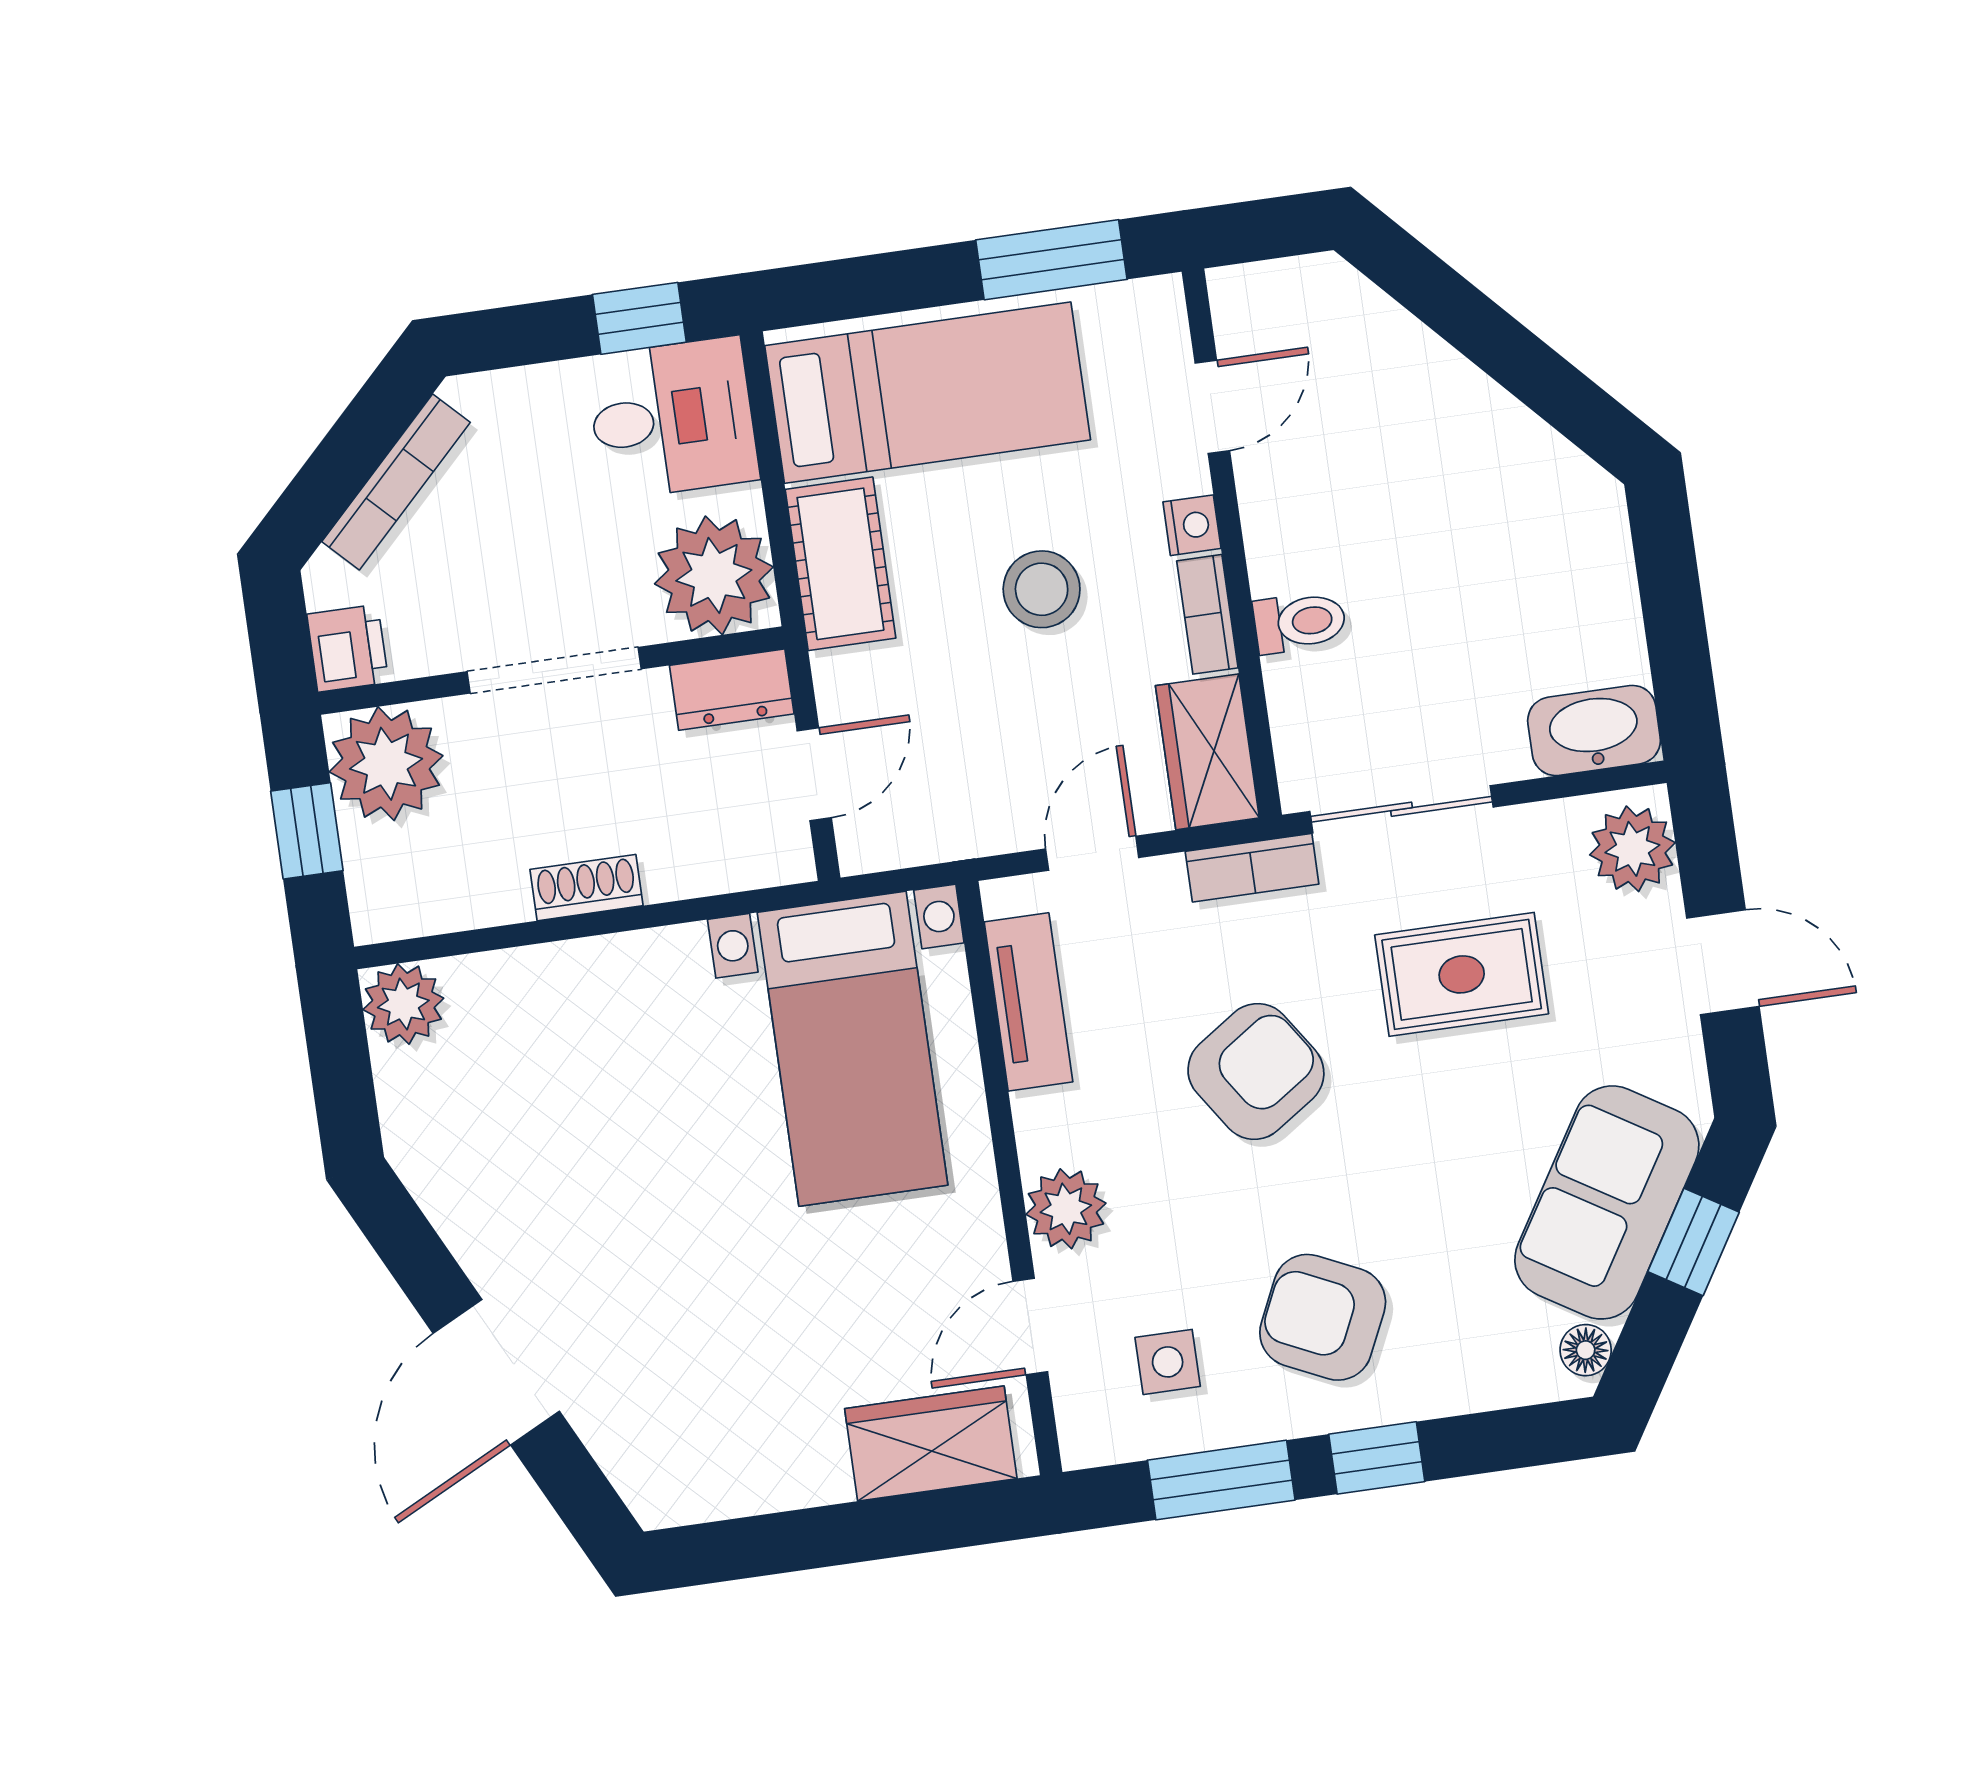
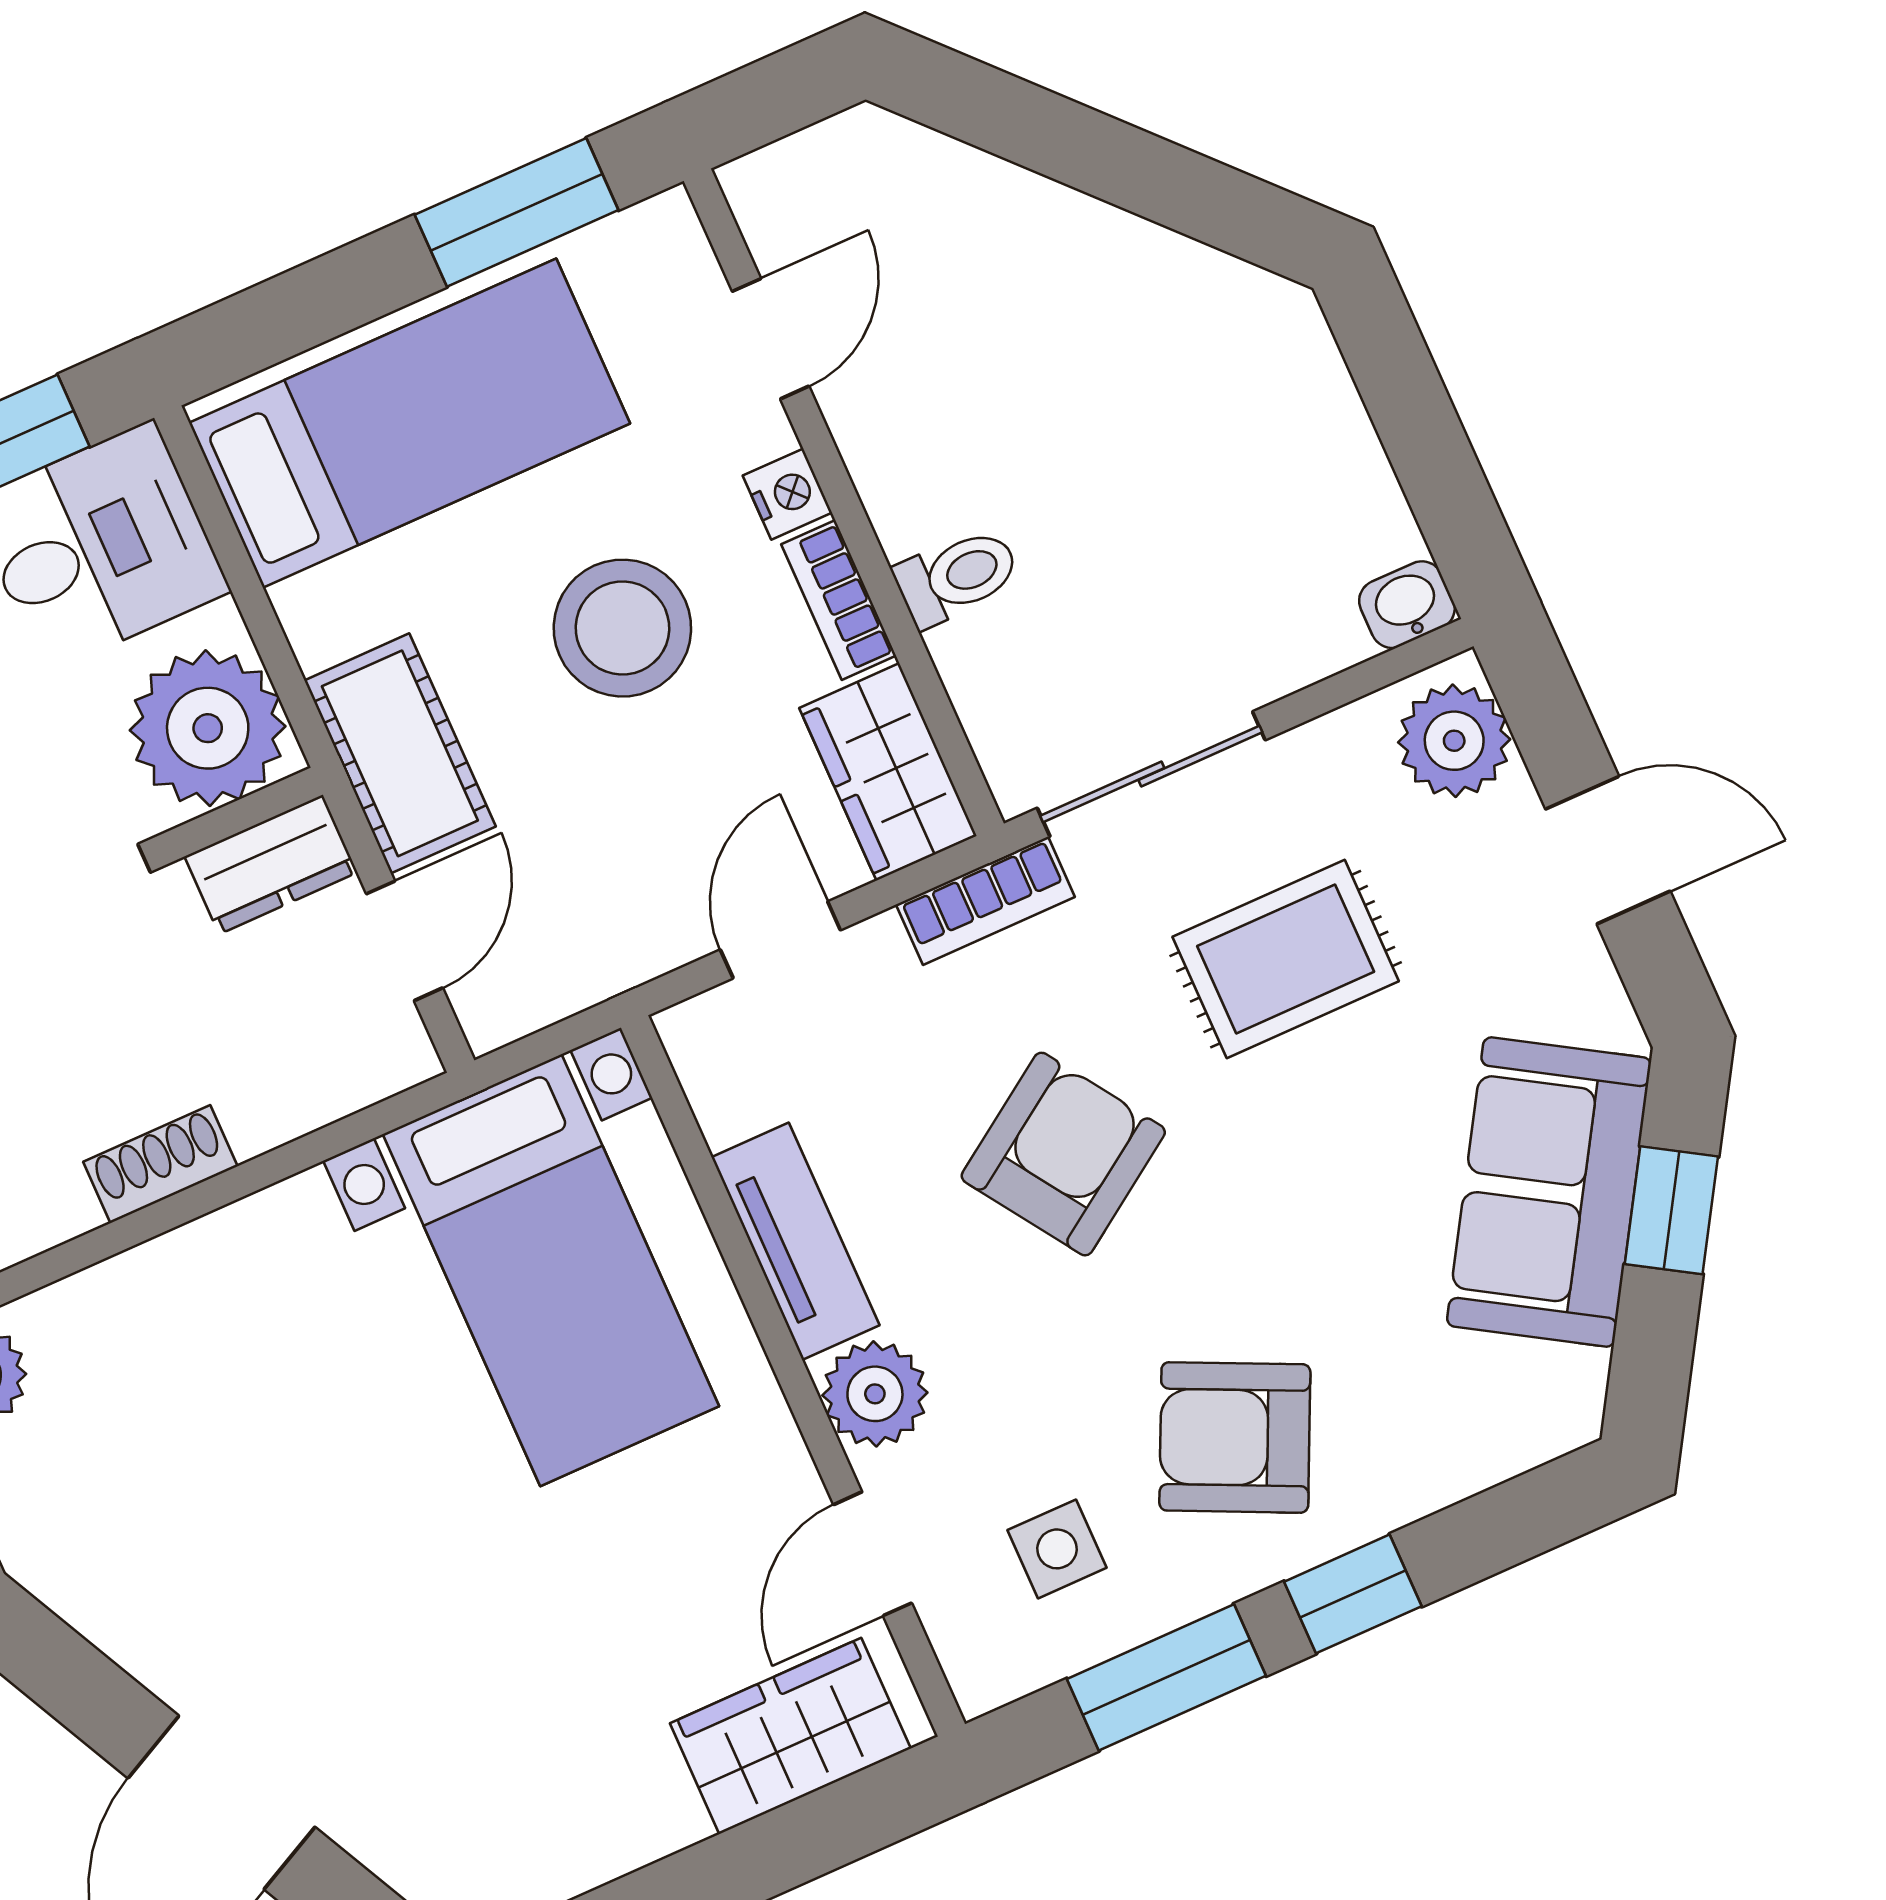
cot: (840, 564) -> (400, 753), moved
stool: (1042, 589) -> (622, 628), width x1.38, depth x1.38
washbasin: (1594, 730) -> (1407, 605), width x0.52, depth x0.69
tv unit: (1028, 1002) -> (795, 1241), moved
floor lamp: (1586, 1350) -> (1575, 1384), removed

